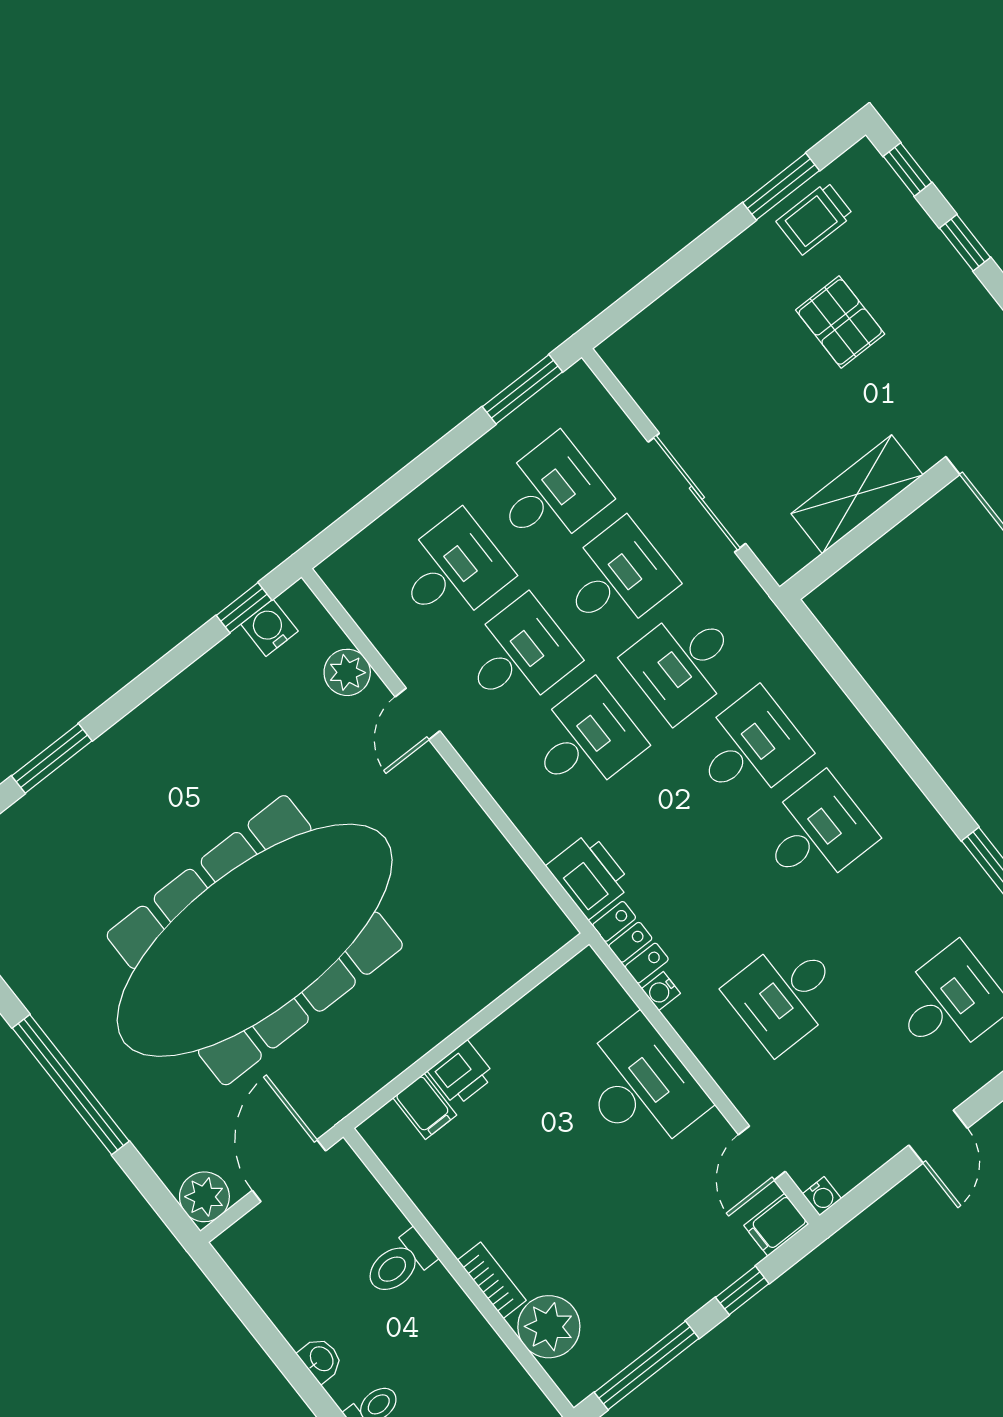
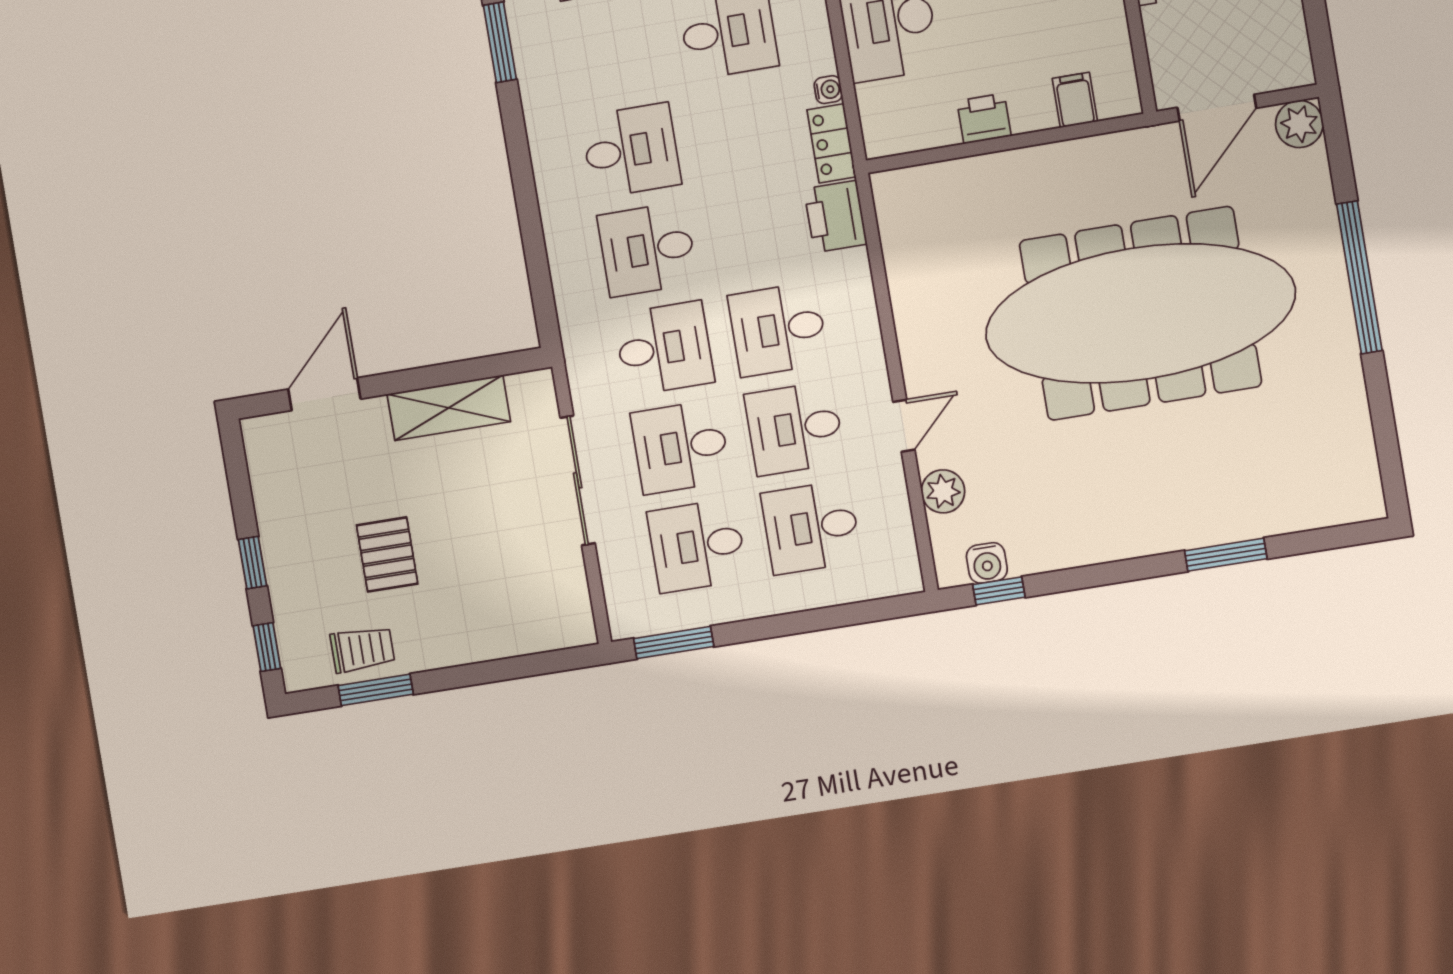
desk: (816, 833) -> (631, 150), turned 180
printer: (461, 1073) -> (984, 119), moved

